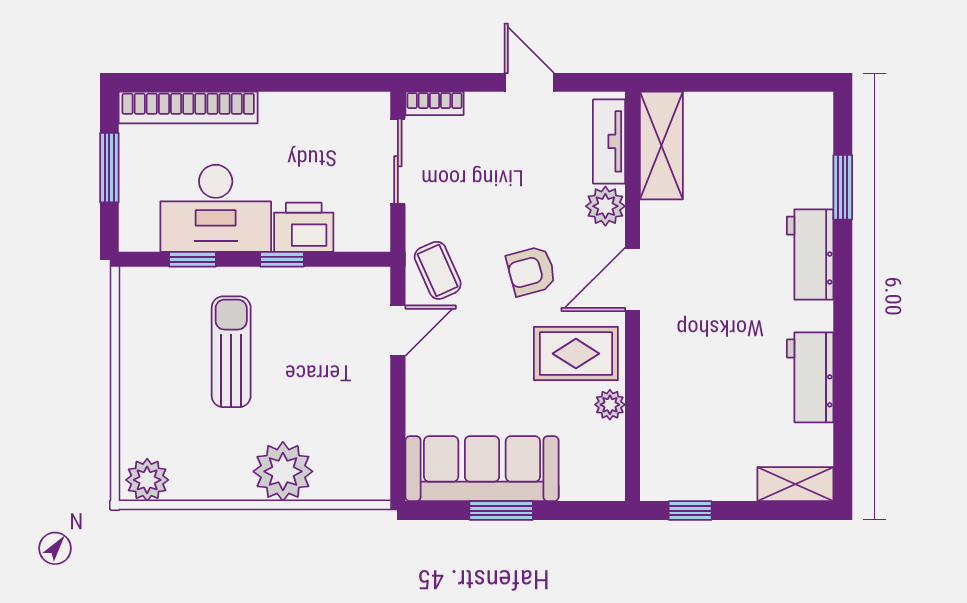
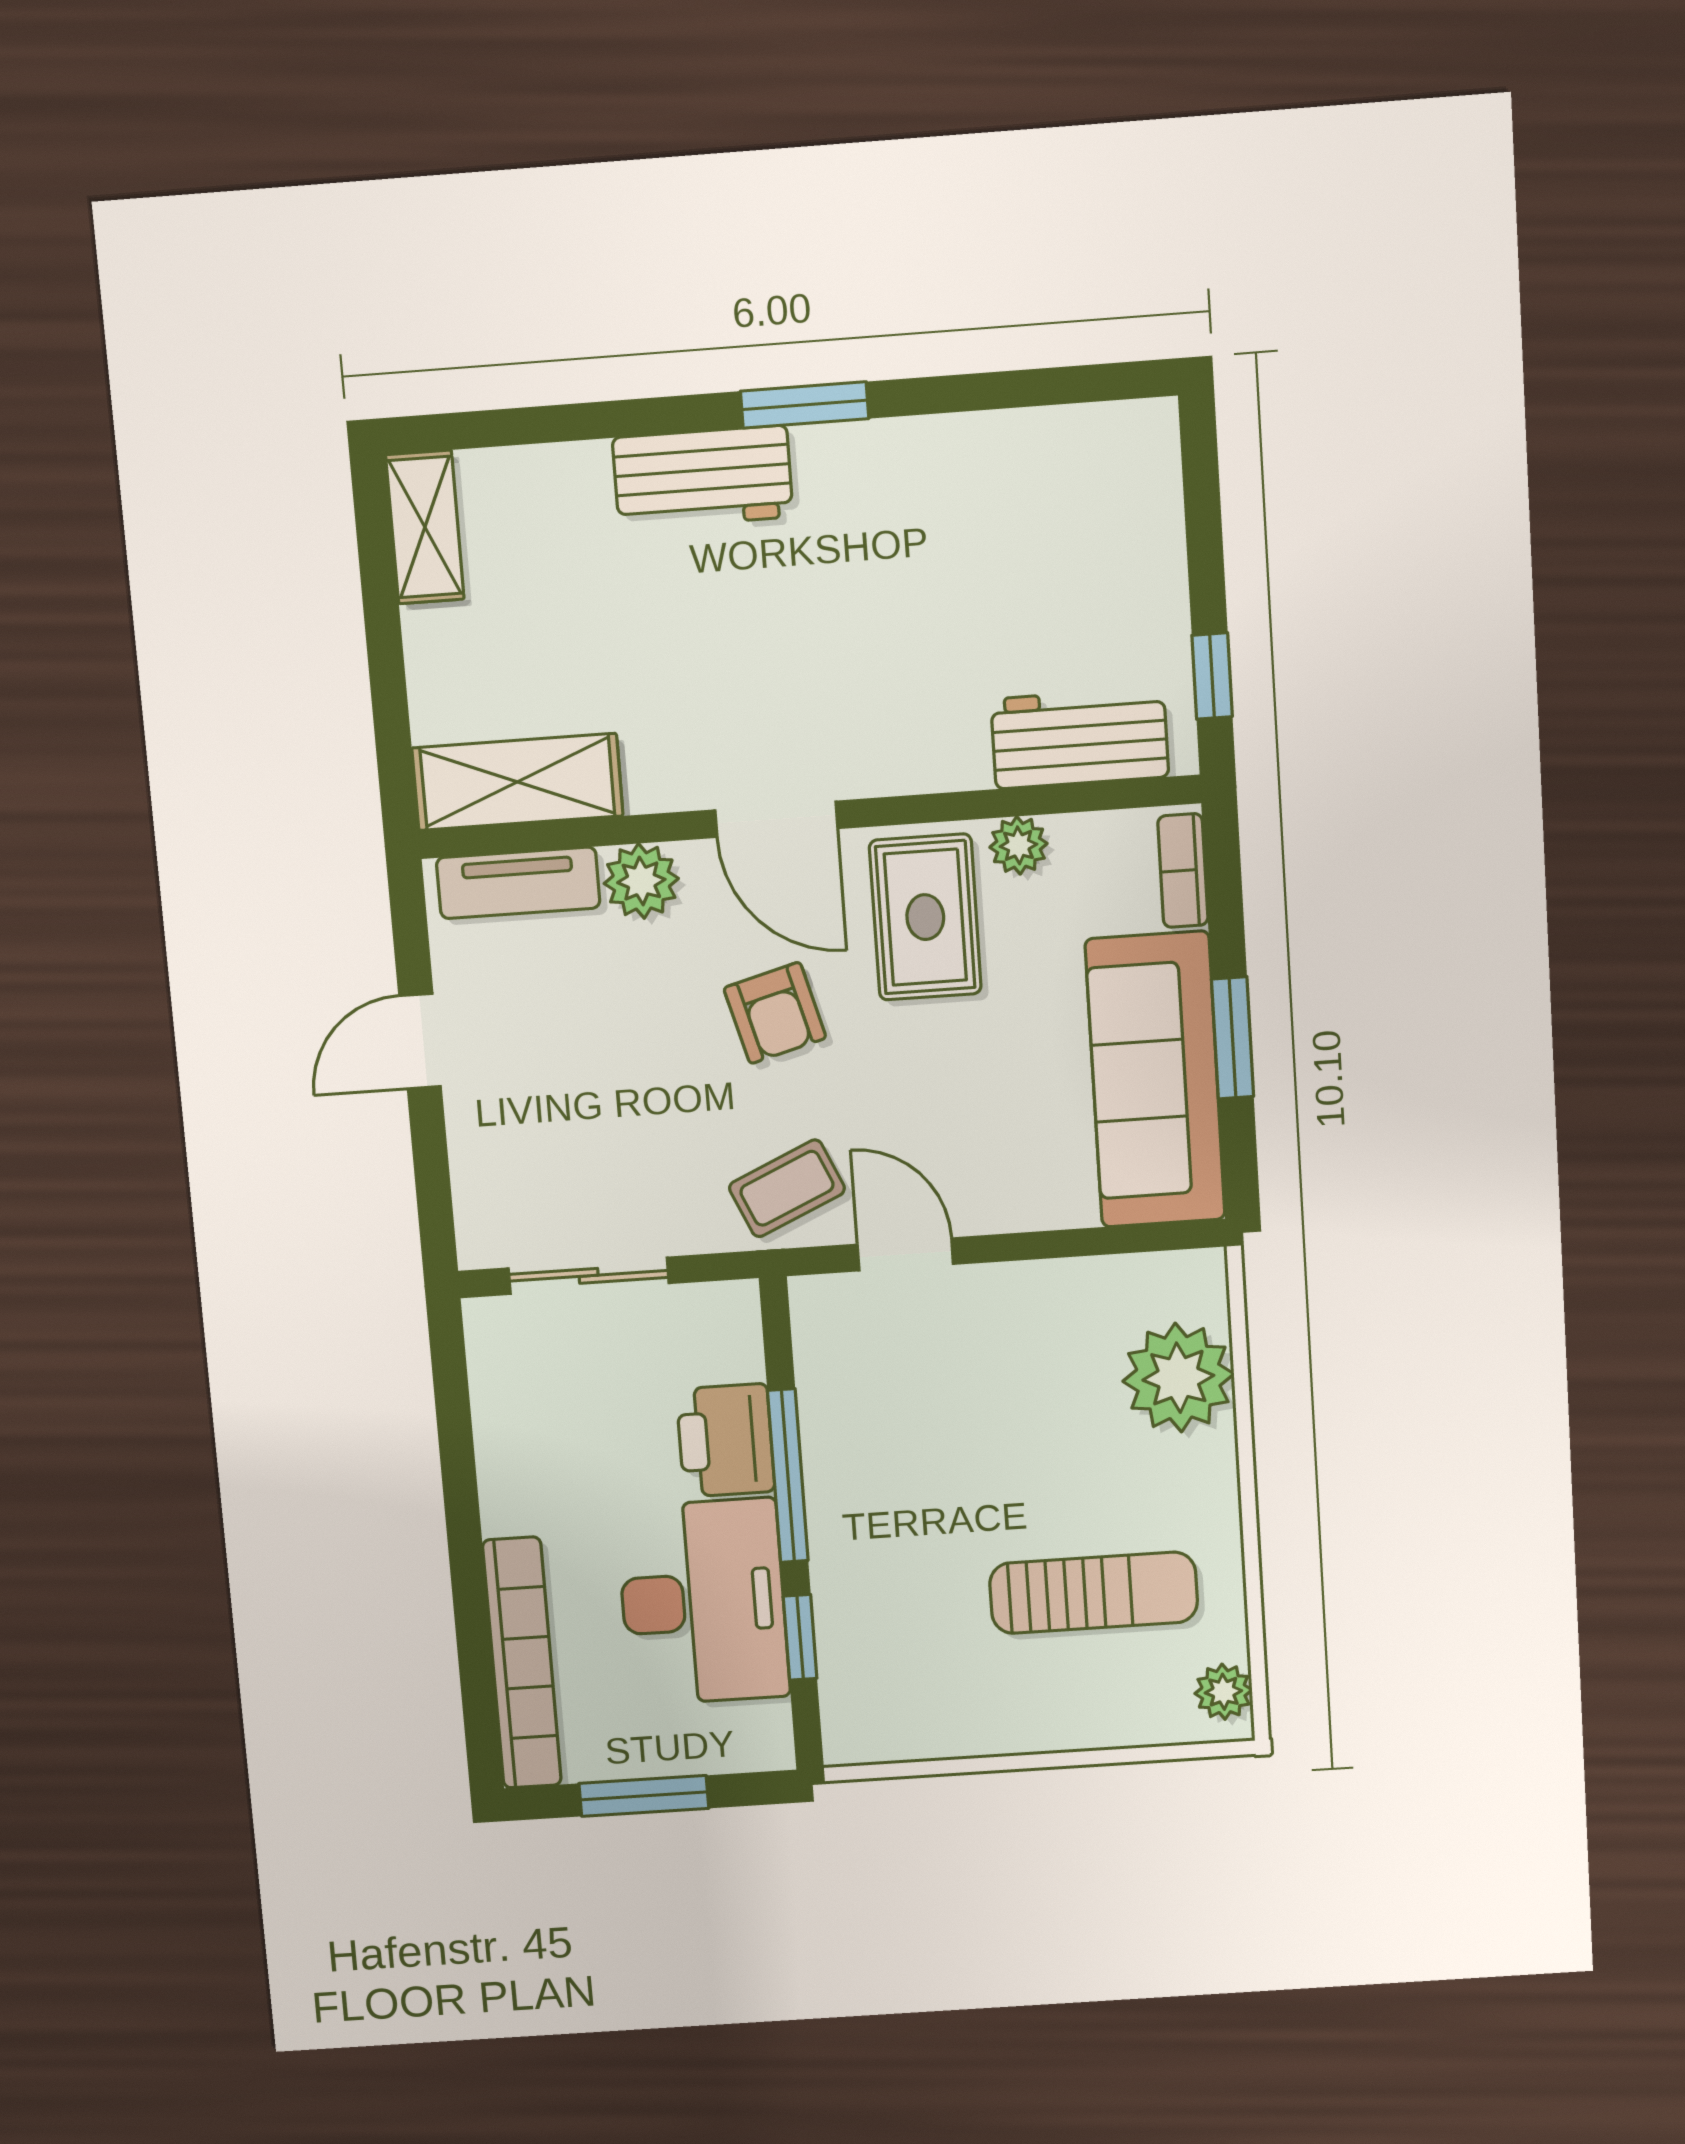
bookcase: (435, 103) -> (1183, 871), moved, turned 180
window: (843, 187) -> (805, 405), moved
window: (282, 259) -> (788, 1476), width x2.17
sun lounger: (231, 352) -> (1094, 1593), moved, turned 180
workbench: (810, 377) -> (1080, 738), moved, turned 180
plant: (283, 471) -> (1178, 1378), moved
plant: (147, 480) -> (1223, 1692), width x0.73, depth x0.73
shelving: (795, 484) -> (425, 527), moved

